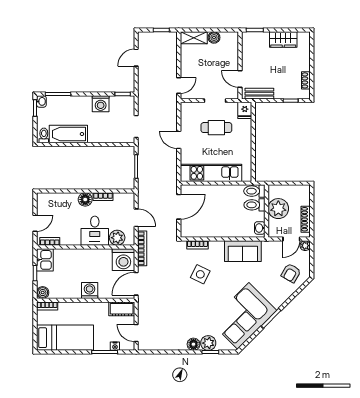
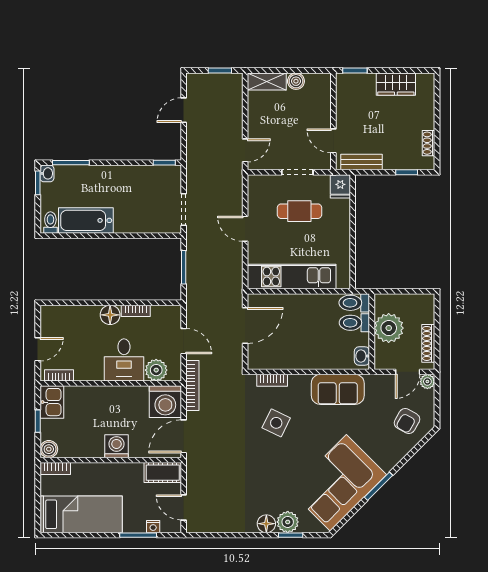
washing machine: (101, 104) -> (132, 177), removed

